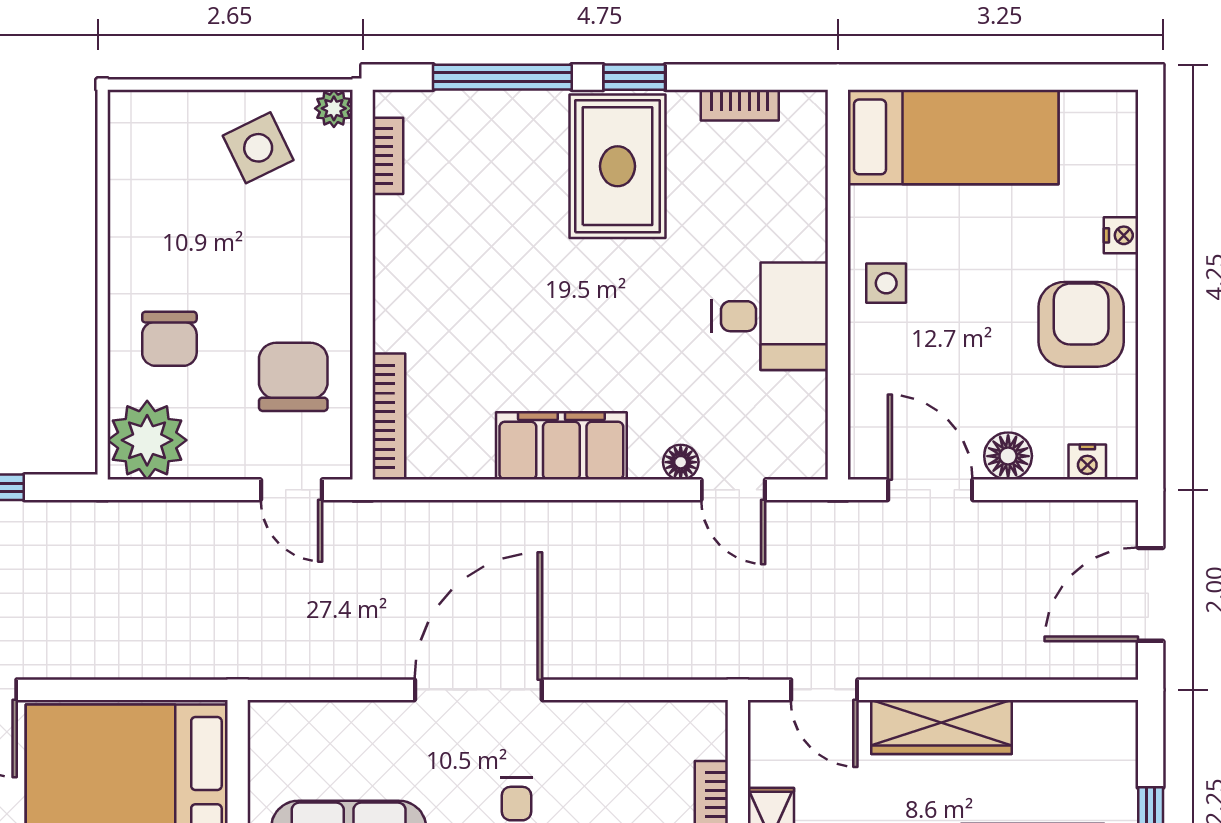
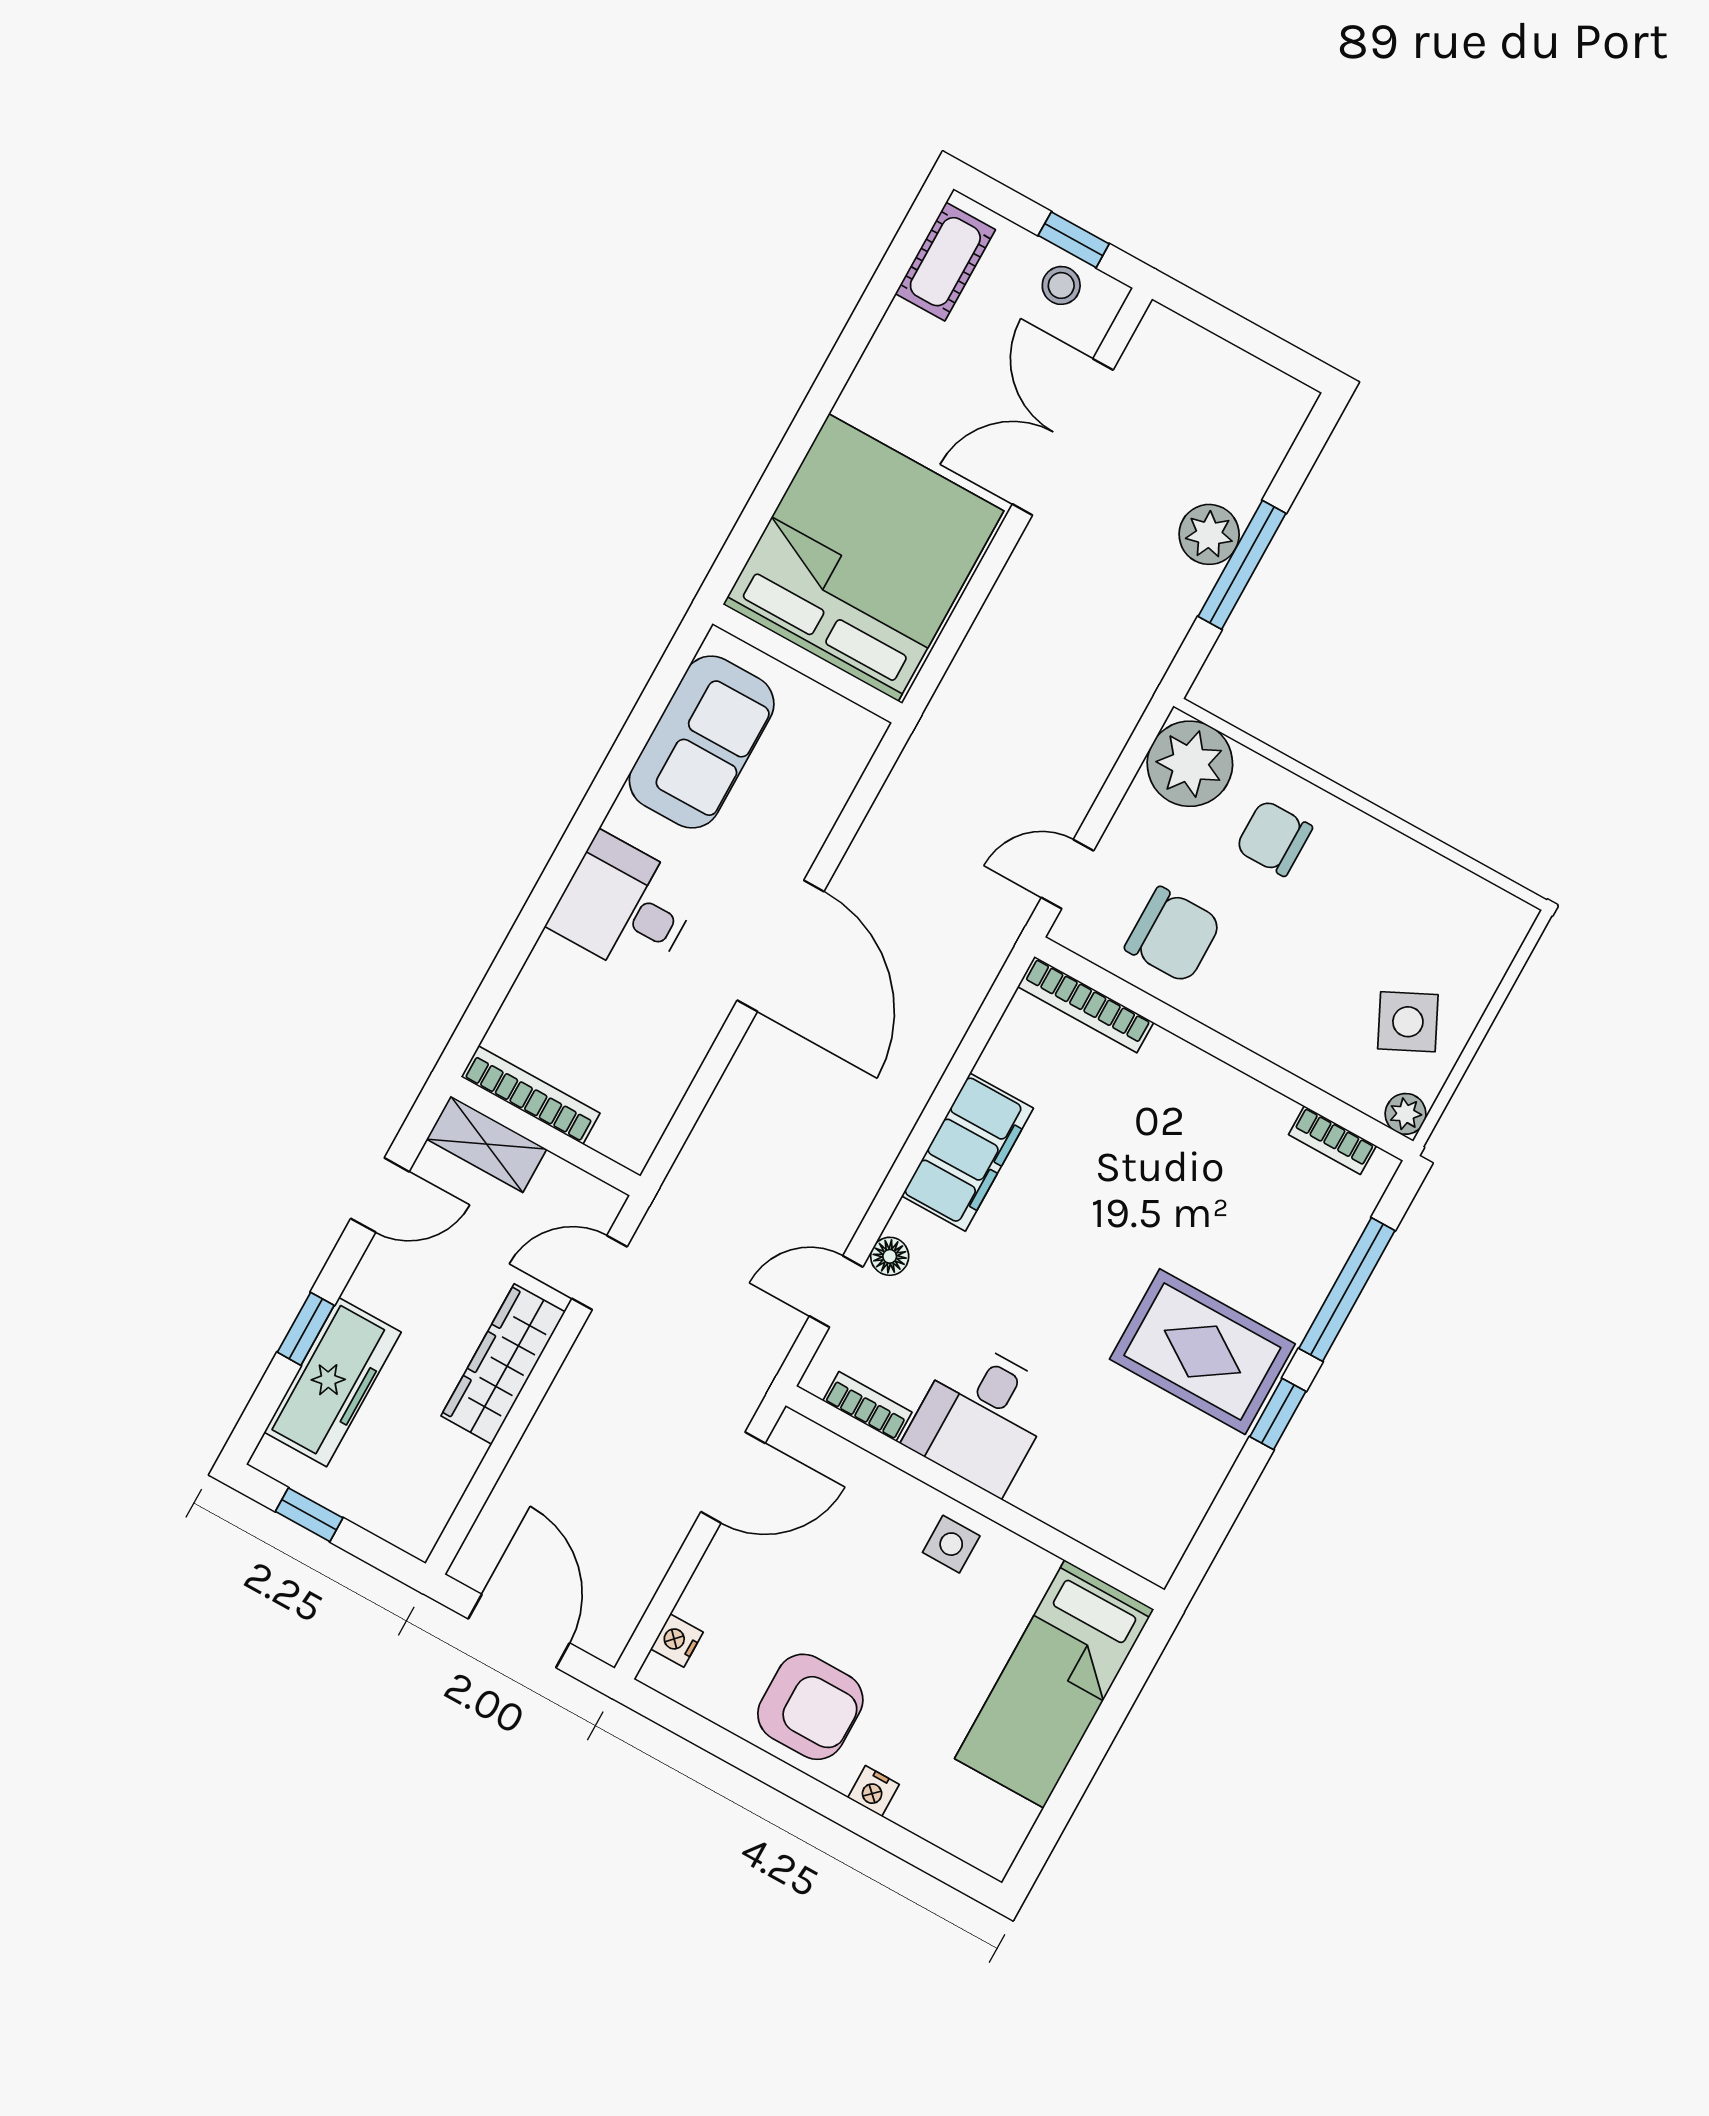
bookcase: (740, 105) -> (867, 1406), moved, turned 90
floor lamp: (1008, 456) -> (724, 1569), removed

